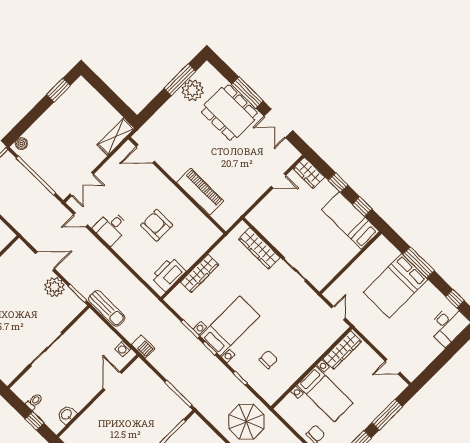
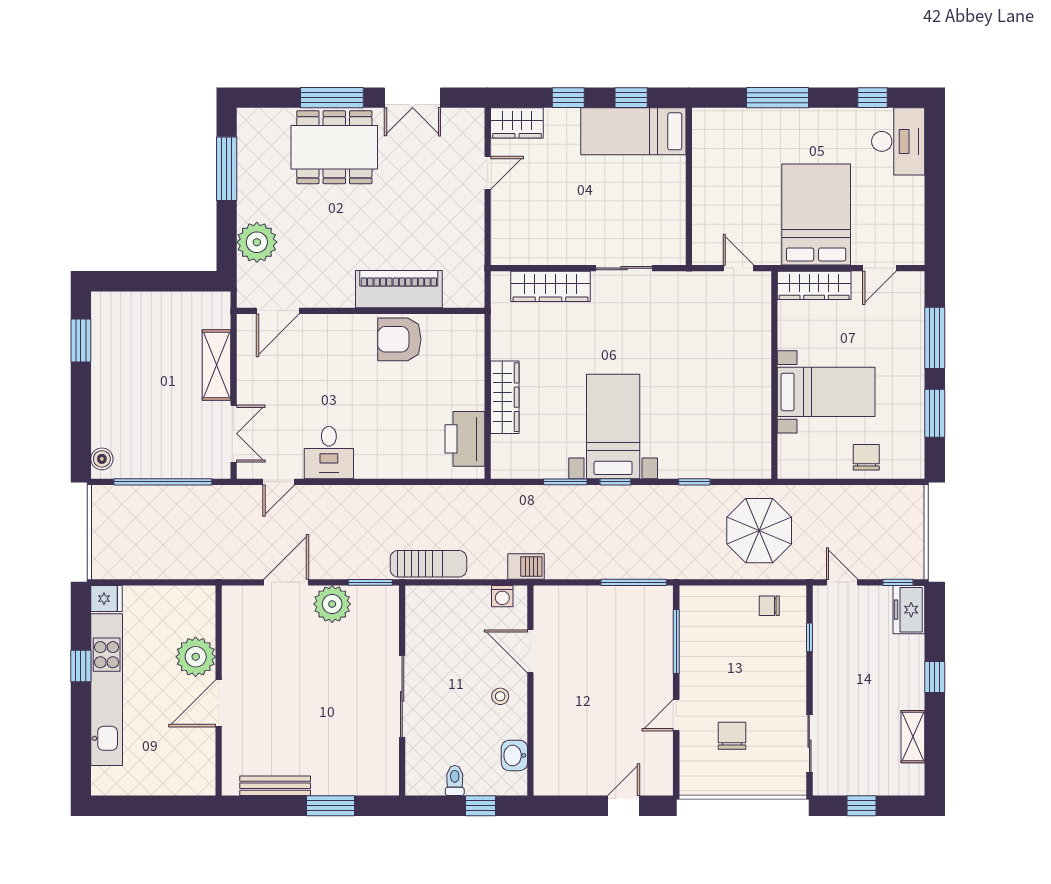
plant: (193, 90) -> (257, 242), moved
shelving: (116, 137) -> (217, 365), moved
armchair: (157, 225) -> (399, 339), moved
bed: (395, 286) -> (816, 214), moved, turned 180
wardrobe: (342, 350) -> (814, 285), moved, turned 90
chair: (268, 360) -> (707, 421), removed
stool: (84, 387) -> (500, 696), added

